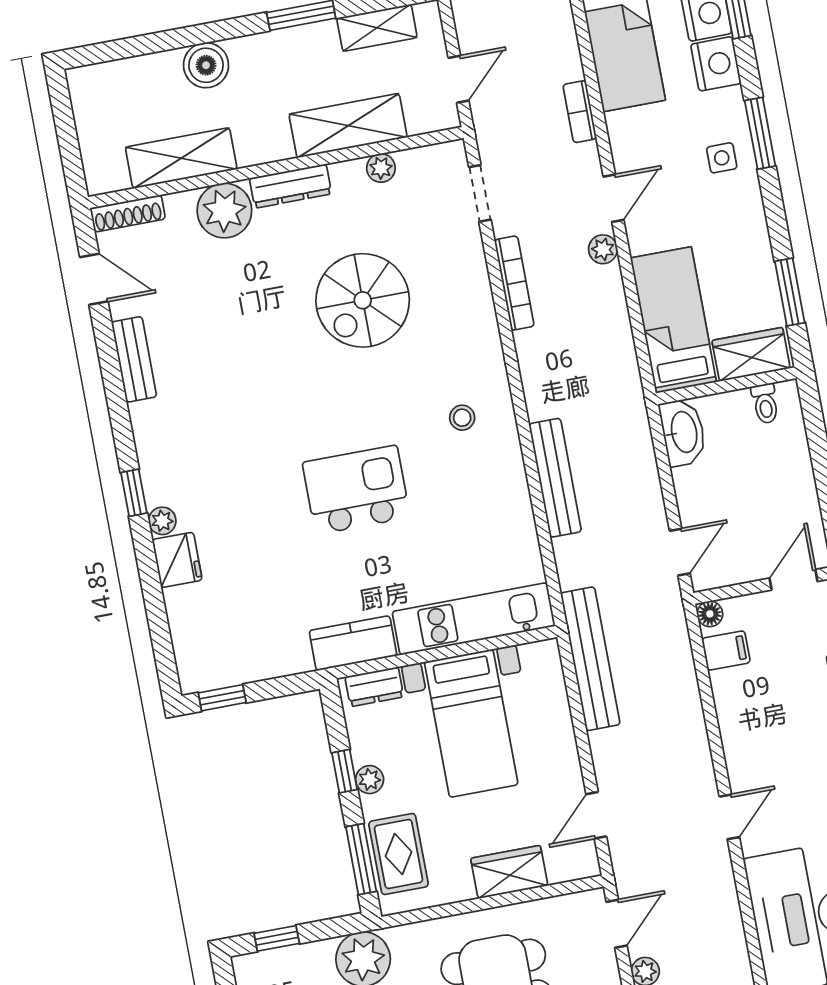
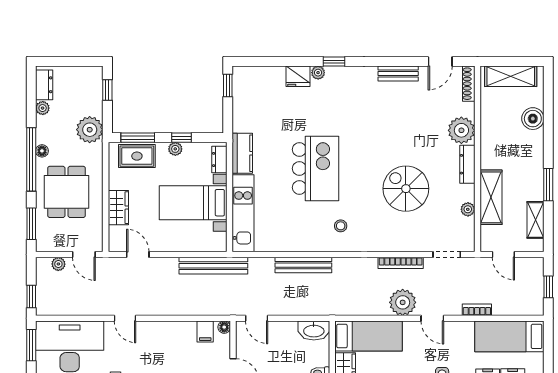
boiler: (206, 65) -> (533, 119), moved
shelving: (181, 158) -> (511, 76), moved, turned 90
plant: (603, 249) -> (403, 302), width x1.88, depth x1.88
kitchen island: (356, 490) -> (316, 168), width x1.37, depth x1.28

